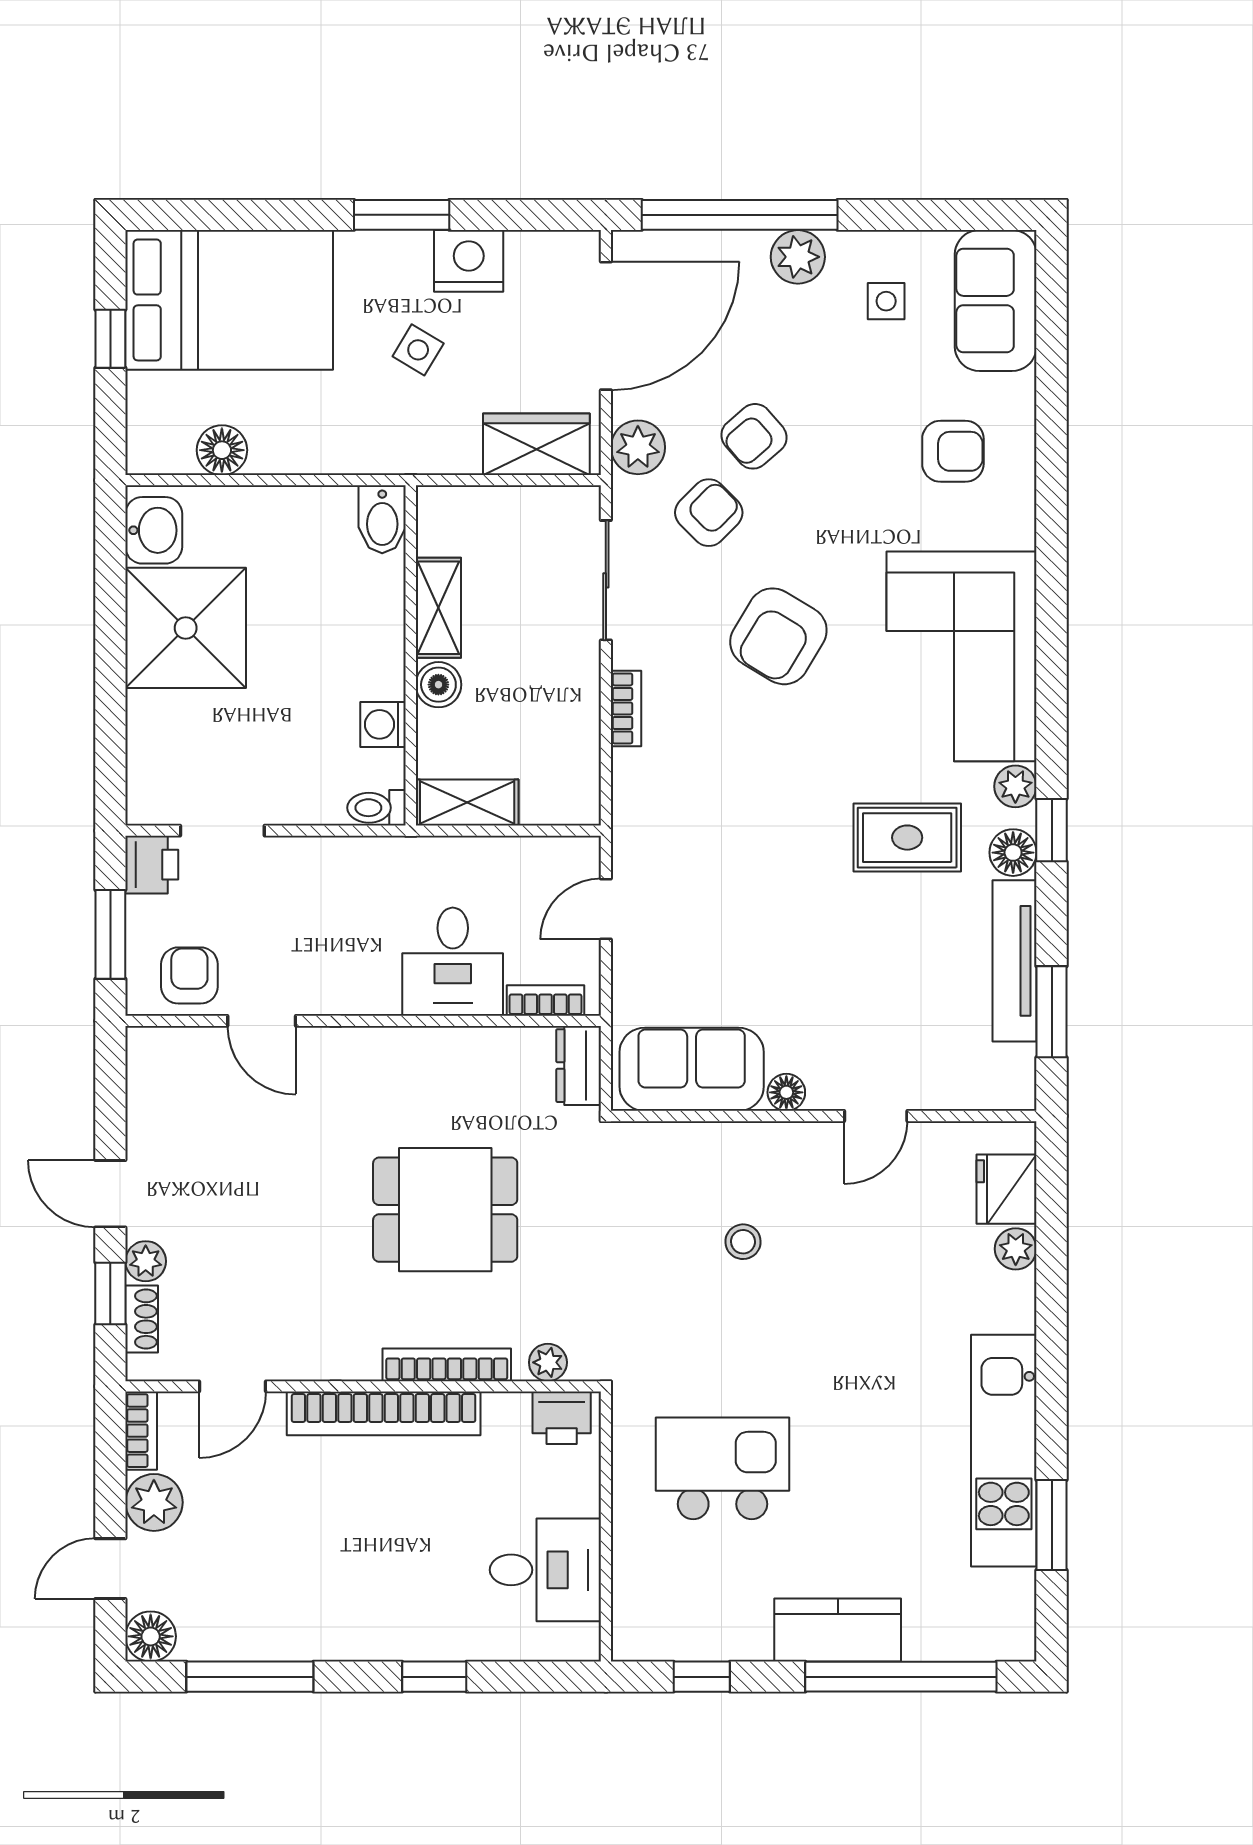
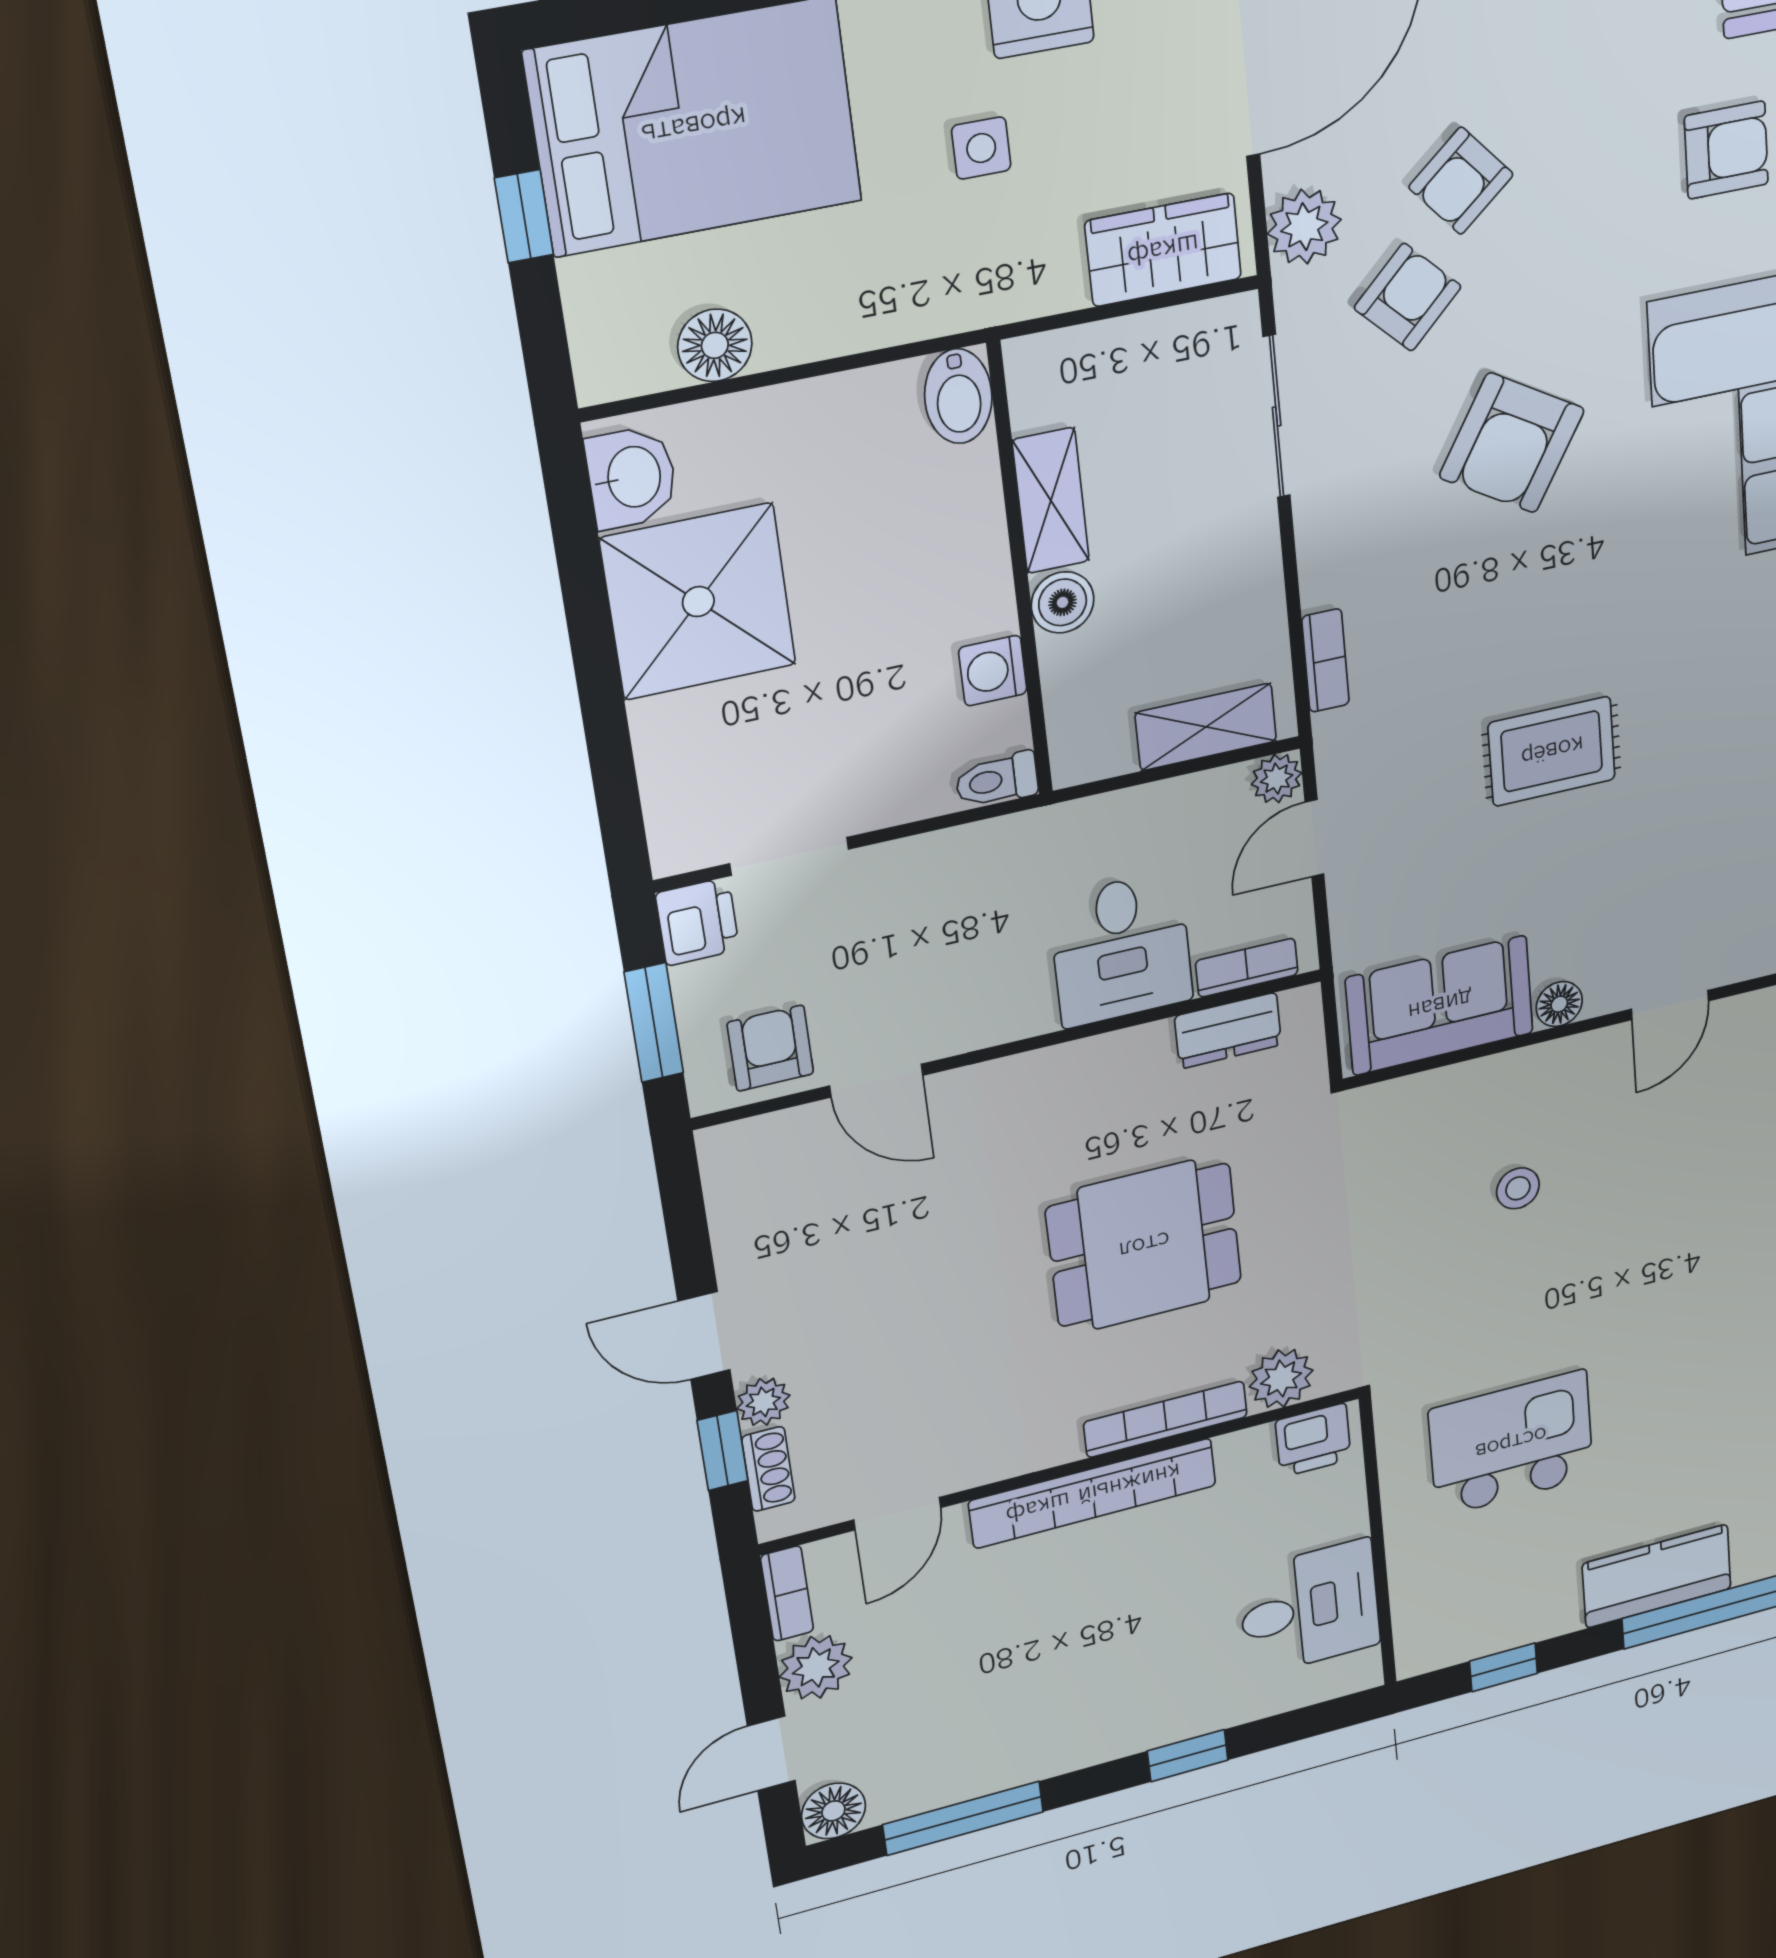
side table: (418, 350) -> (981, 148), turned -31
bookcase: (626, 708) -> (1326, 660), moved
shelving: (467, 803) -> (1206, 727), moved
rug: (907, 838) -> (1552, 751), moved
plant: (582, 855) -> (1277, 779), added
dresser: (579, 1066) -> (1228, 1031), moved, turned -90
plant: (548, 1362) -> (1281, 1378), width x1.38, depth x1.38

